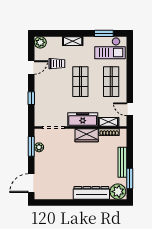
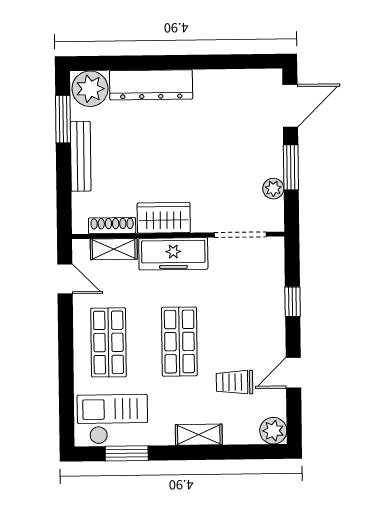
window: (31, 146) -> (291, 167), moved

